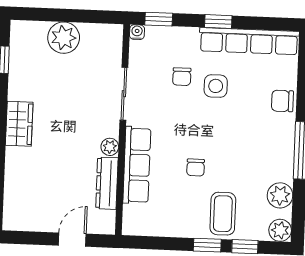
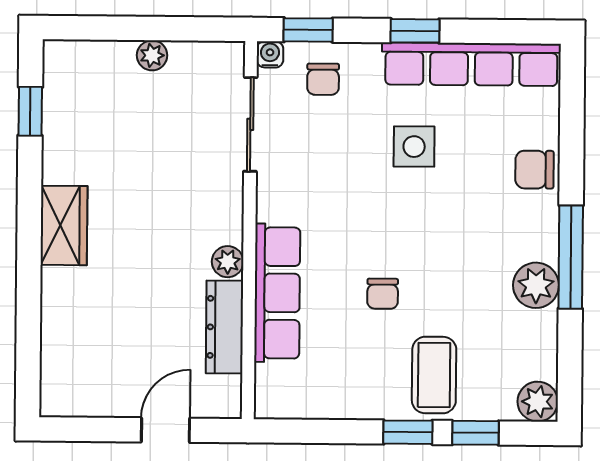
plant: (64, 38) -> (152, 55), width x0.53, depth x0.53
chair: (182, 77) -> (323, 79), moved
sliding door: (124, 94) -> (250, 124), moved
plant: (280, 195) -> (536, 285), moved

